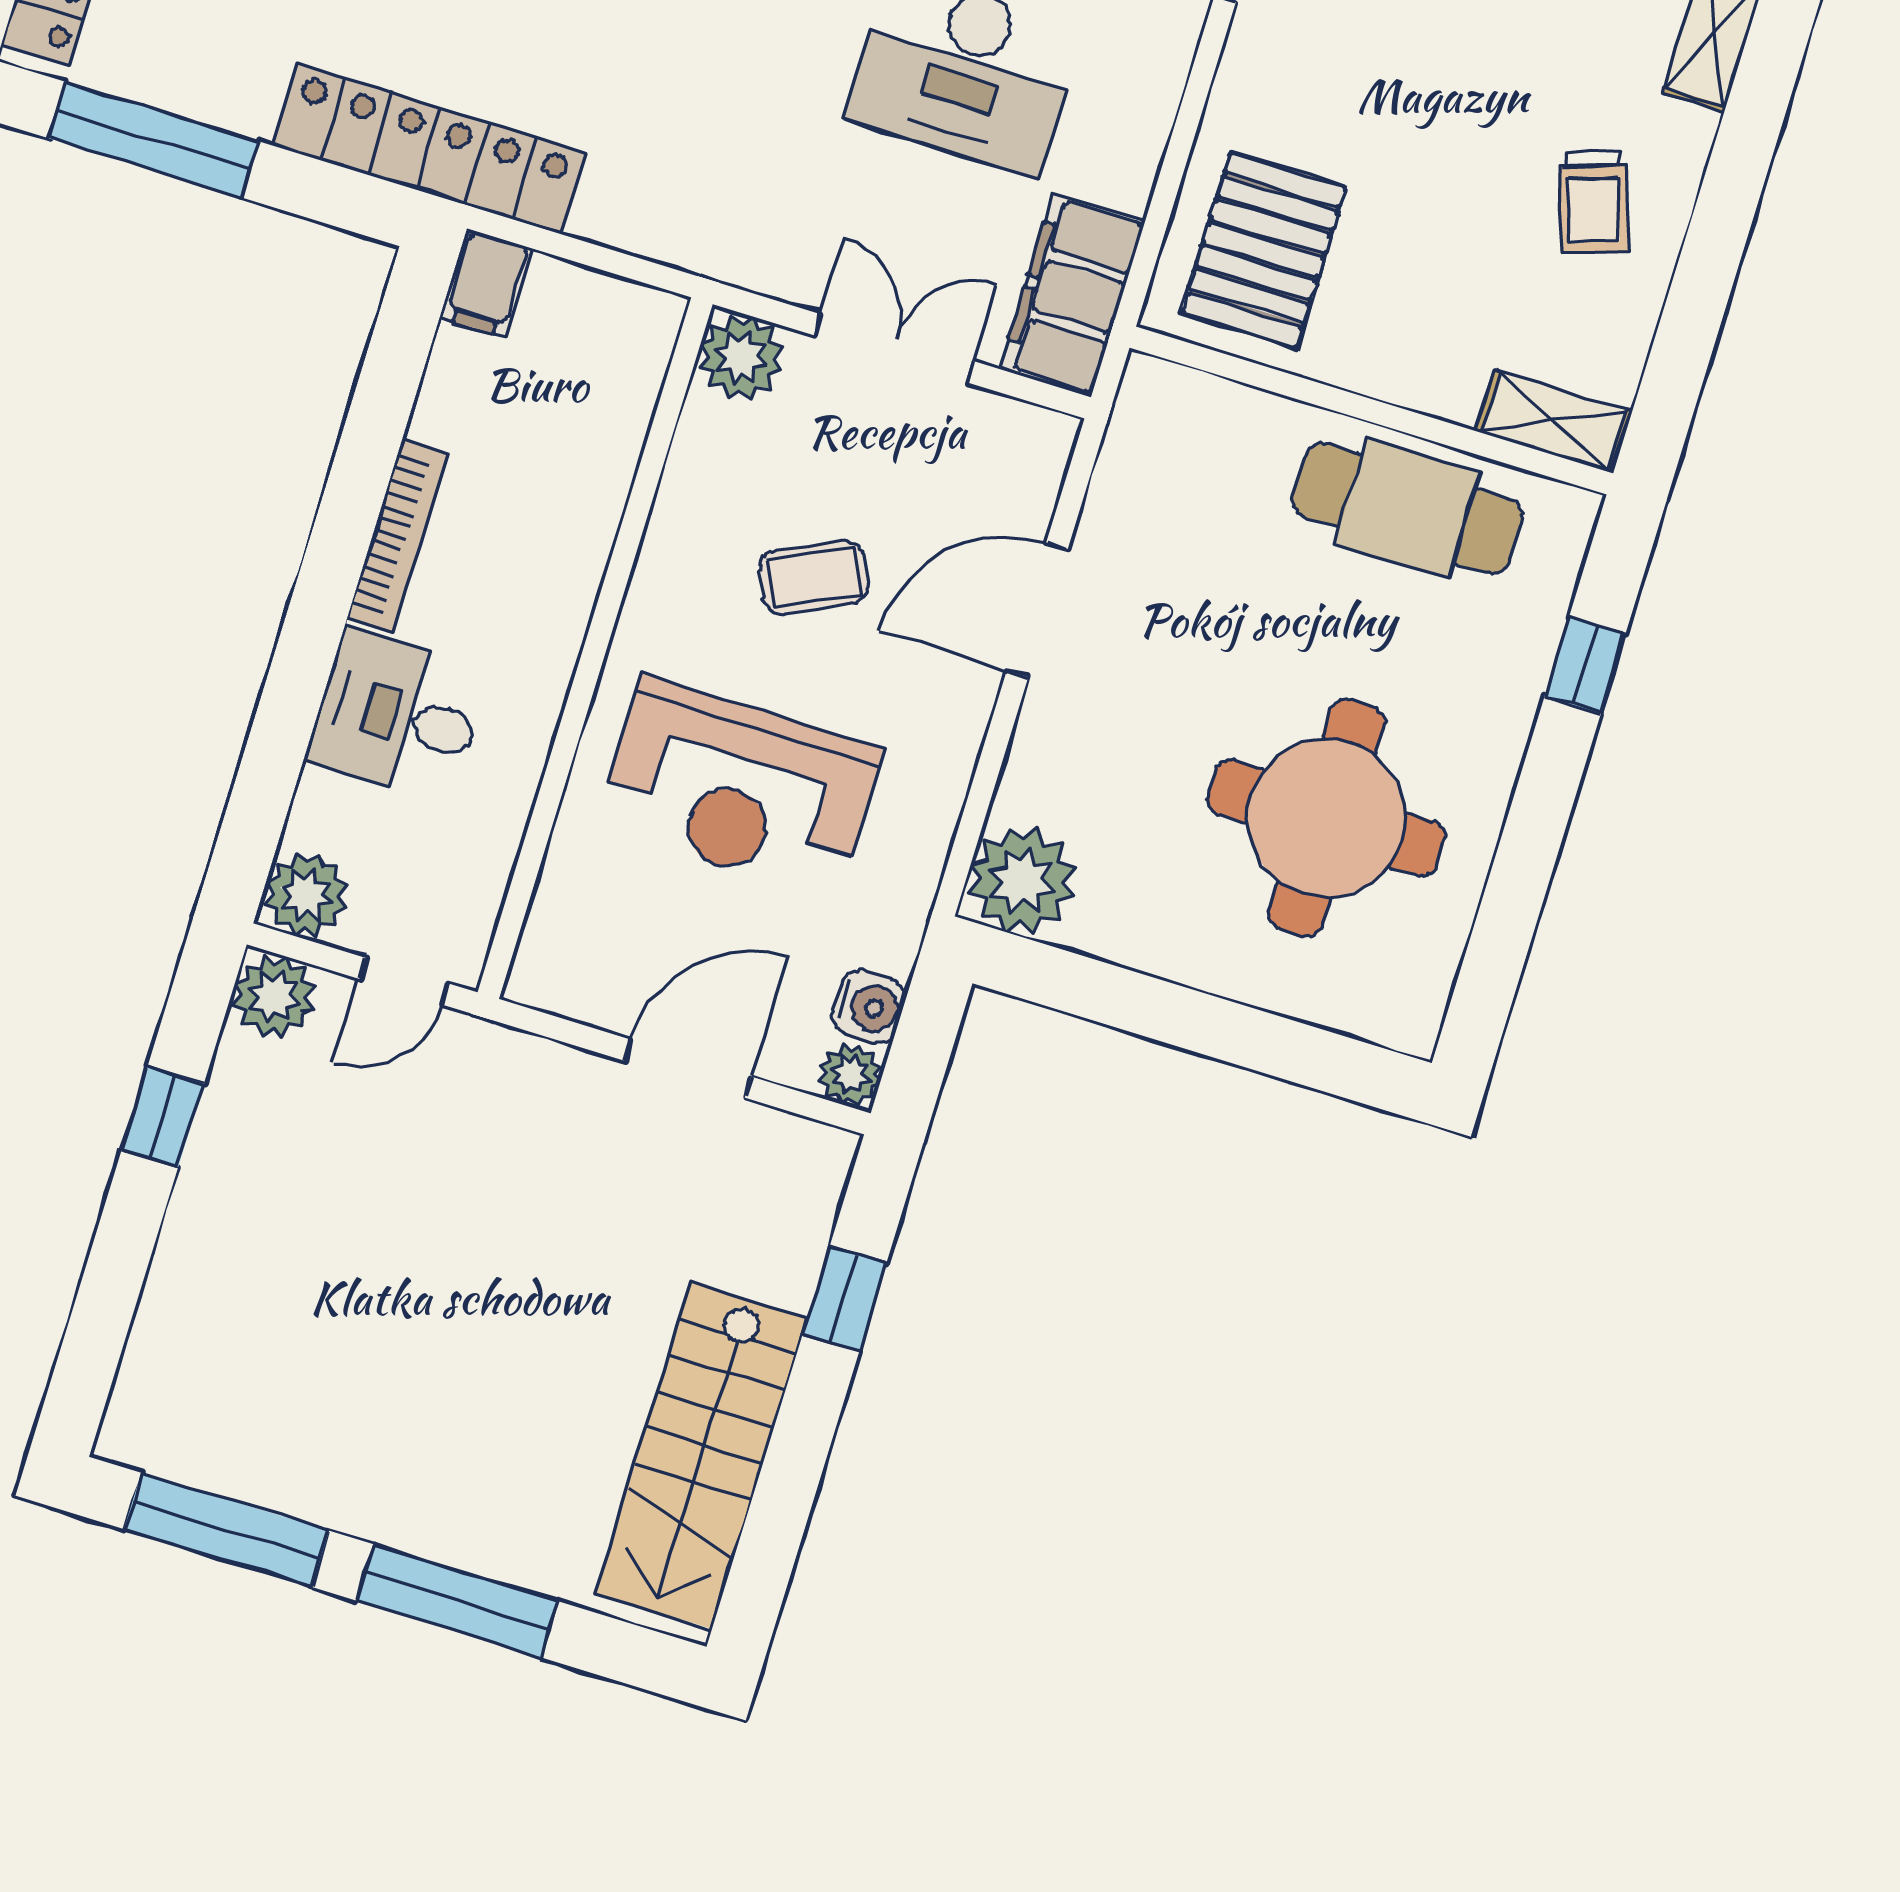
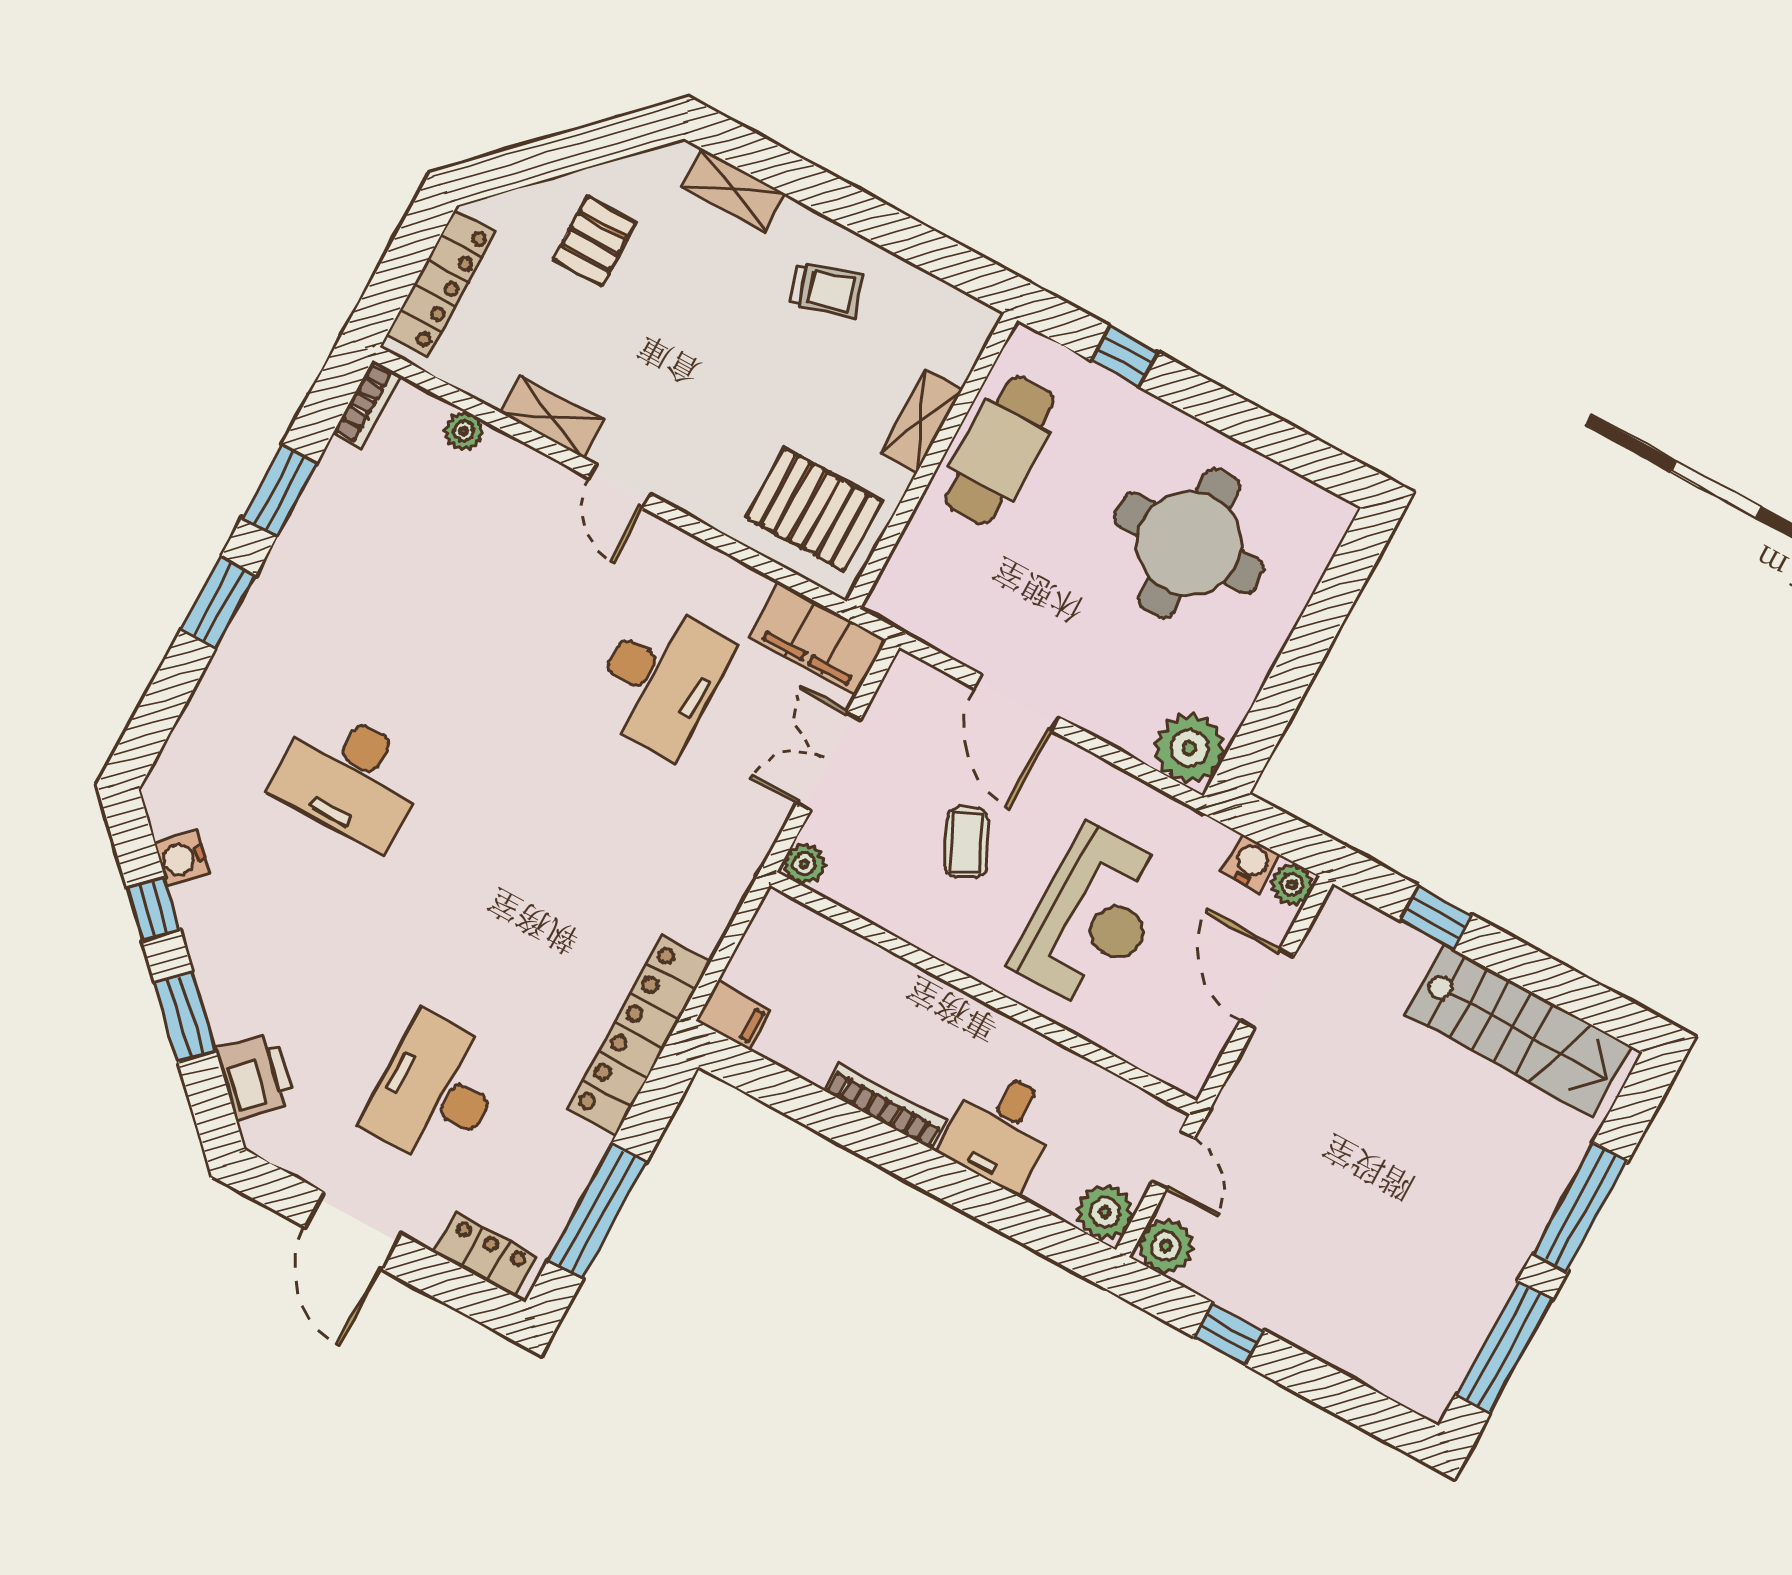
plant: (741, 357) -> (804, 864), width x0.73, depth x0.73
shelving: (1554, 421) -> (921, 422), moved

